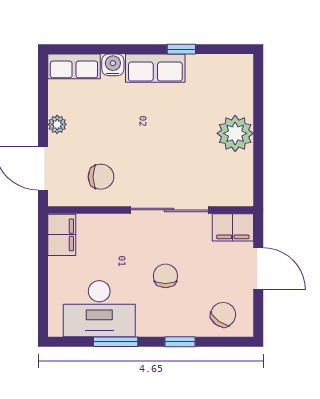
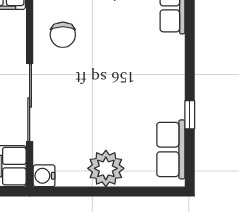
water cooler: (113, 65) -> (44, 176), moved, turned 180
row of seats: (155, 68) -> (171, 149), moved

